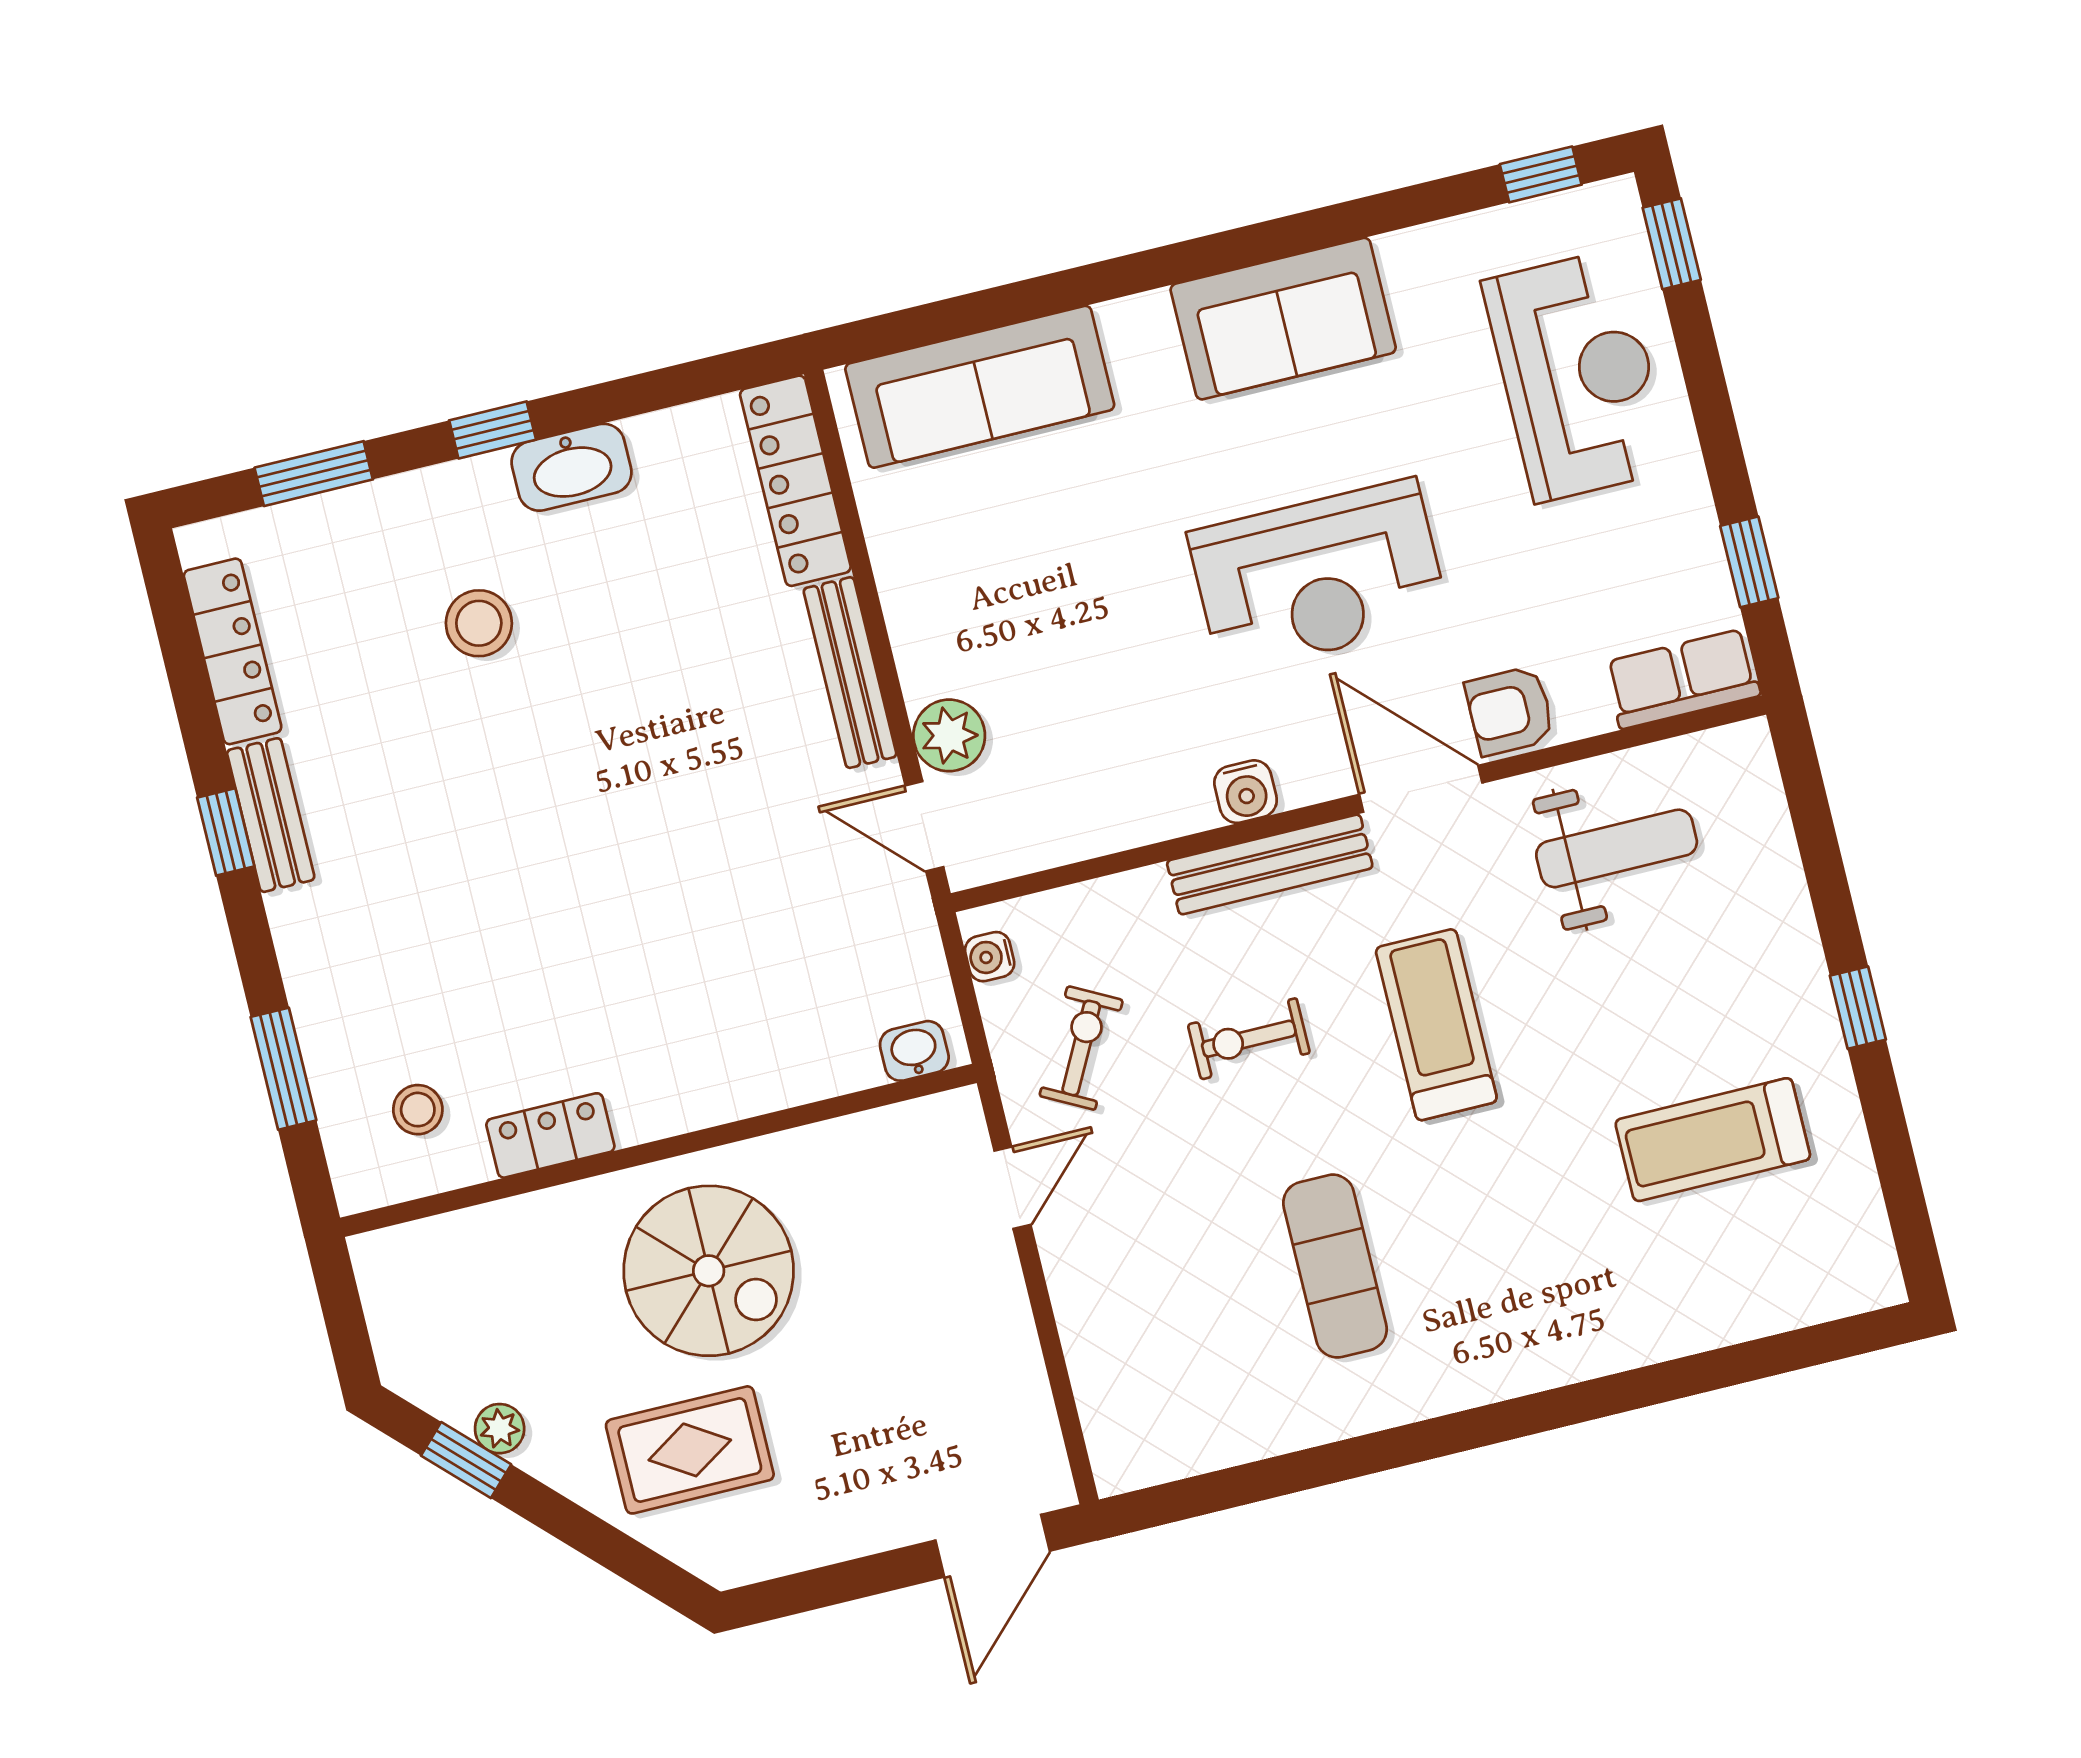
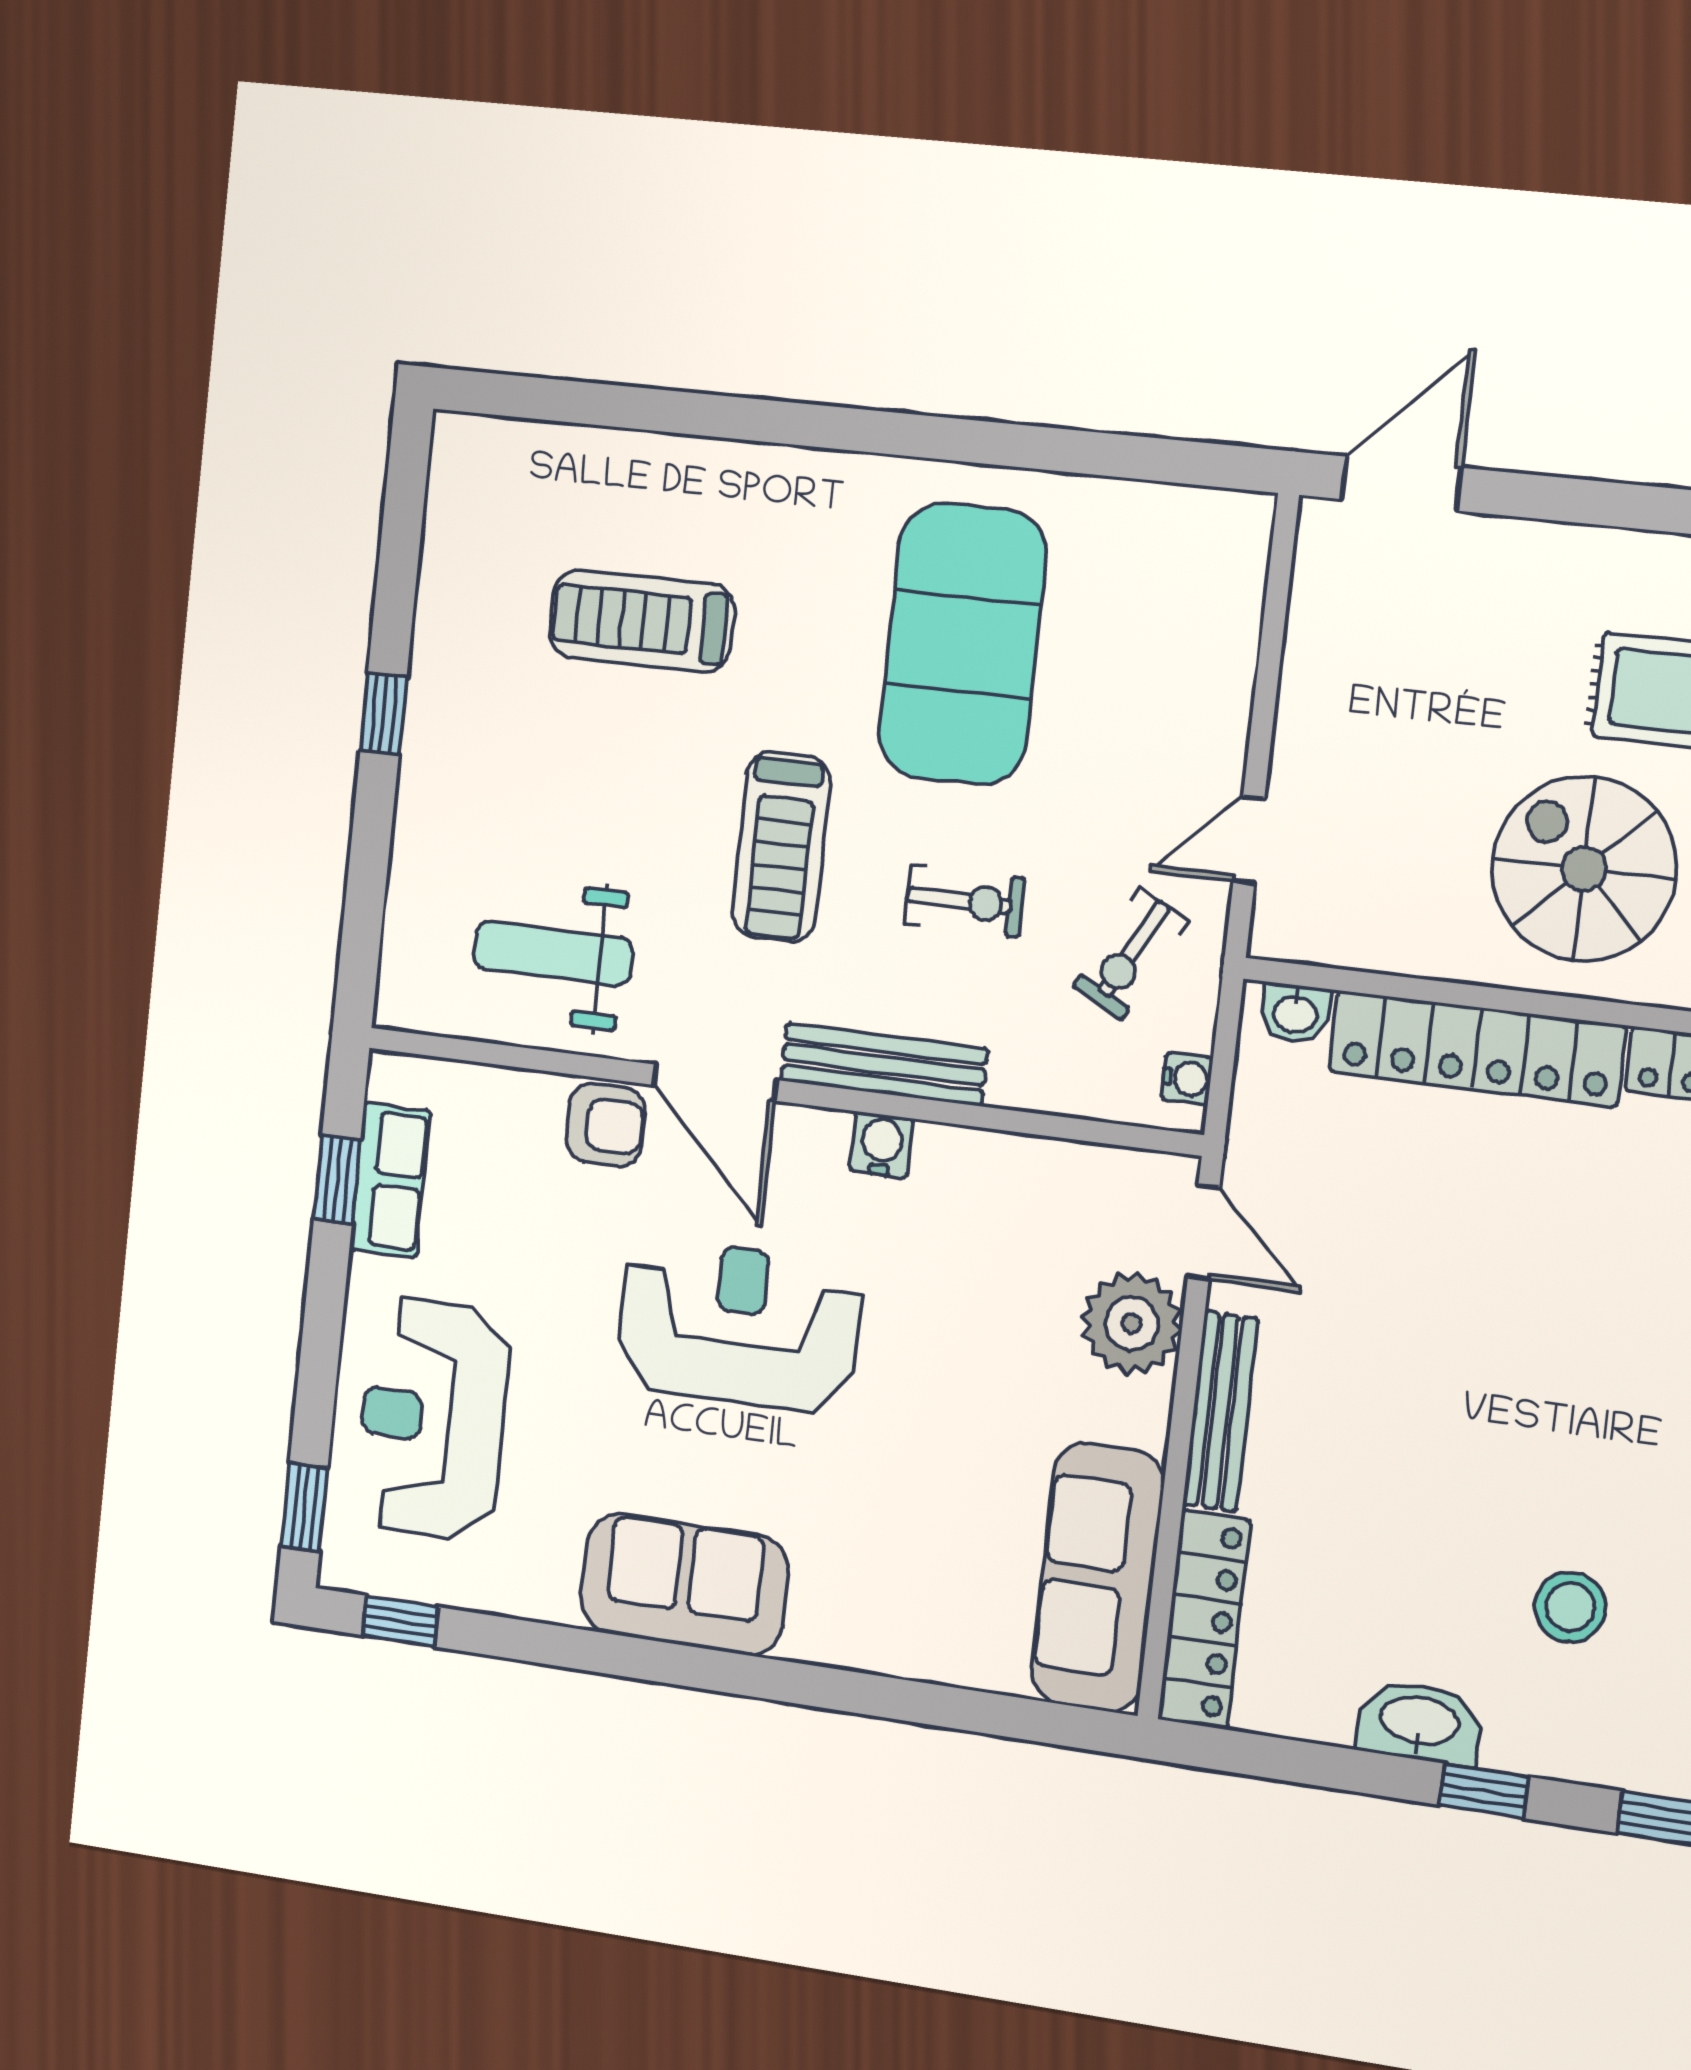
sofa: (980, 387) -> (1098, 1577), moved, turned -90
row of seats: (1682, 679) -> (390, 1180), moved, turned -90
plant: (949, 735) -> (1132, 1323), width x1.36, depth x1.36
locker: (743, 1080) -> (1477, 1049), added
treadmill: (1713, 1140) -> (642, 621), moved, turned 180
exercise mat: (1335, 1266) -> (962, 644), width x2.00, depth x1.45

